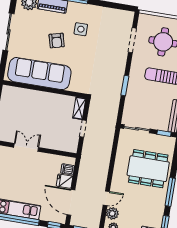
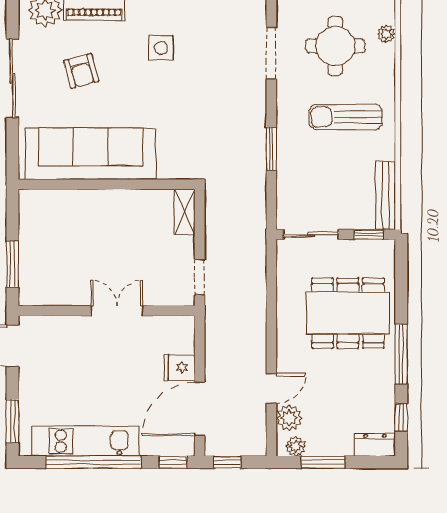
armchair: (57, 41) -> (81, 71), moved
doorway: (83, 129) -> (200, 277), moved
double door: (26, 147) -> (117, 311), moved
dishwasher: (68, 169) -> (182, 342), removed
door: (71, 202) -> (200, 409), hinge flipped

